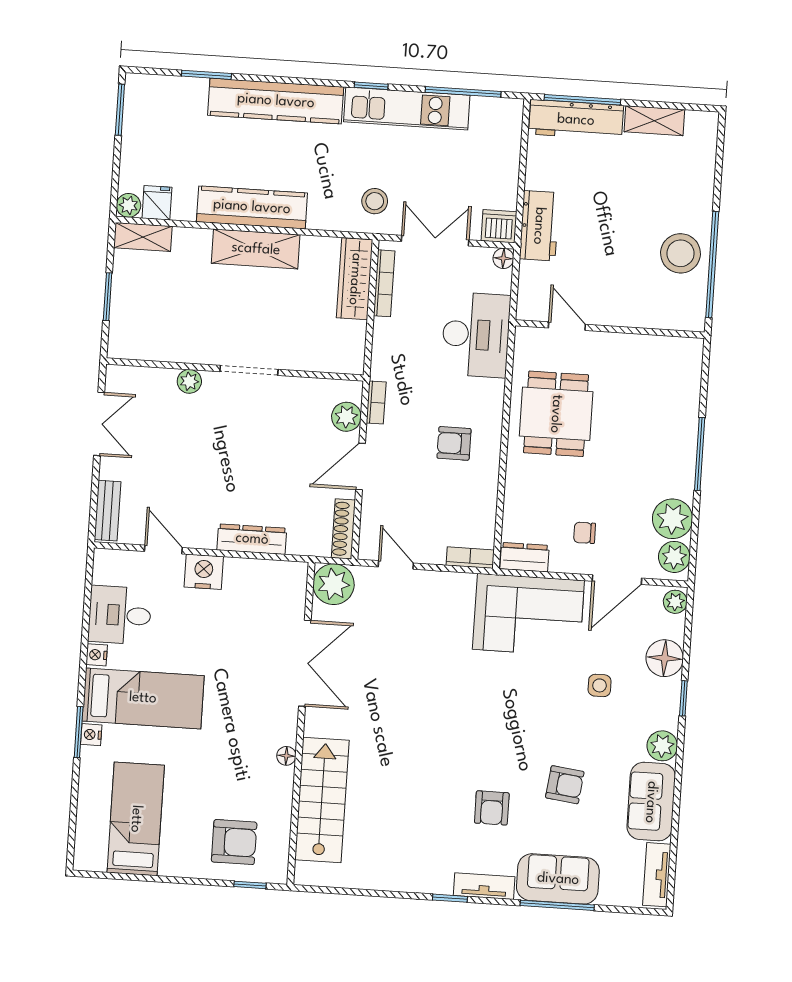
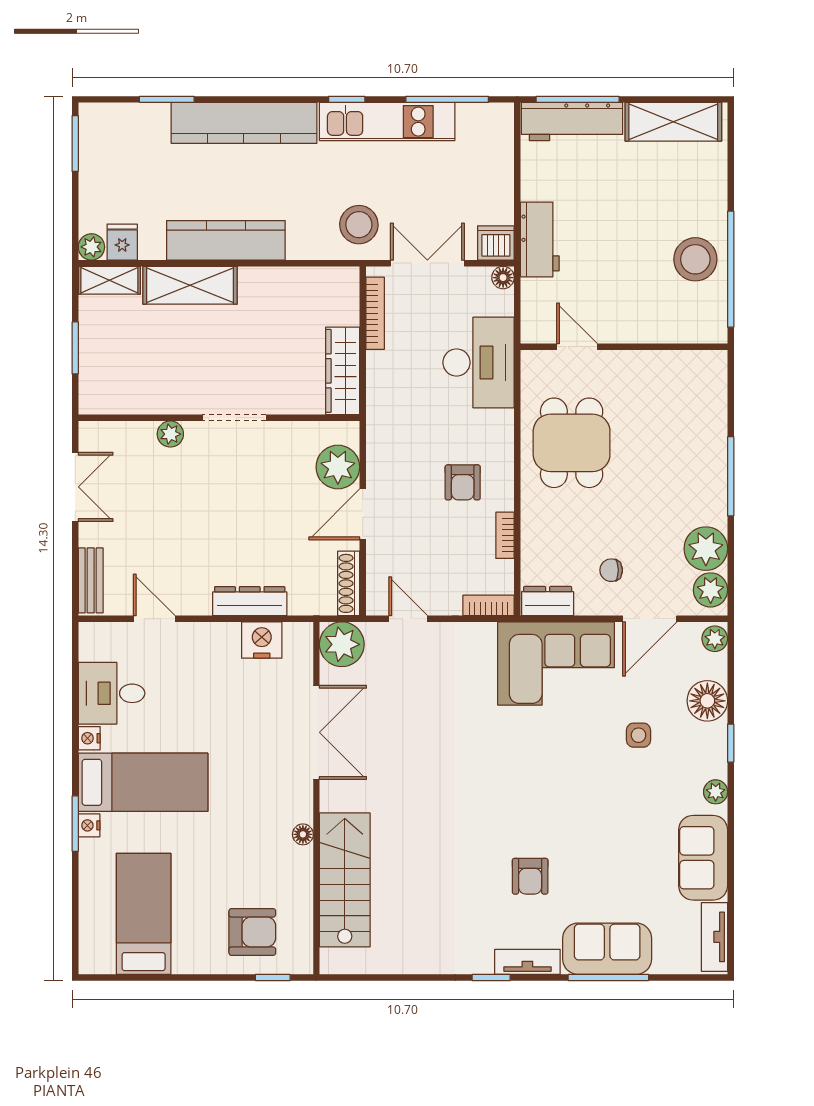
shelving: (654, 121) -> (673, 122), width x1.50, depth x1.33
stool: (375, 201) -> (359, 225), width x1.38, depth x1.38
shelving: (256, 249) -> (190, 285), moved
wardrobe: (355, 279) -> (343, 371), moved
bookcase: (376, 402) -> (505, 535), moved, turned 180
plant: (346, 417) -> (338, 467), width x1.36, depth x1.36
armchair: (454, 443) -> (463, 482), turned -90
nightstand: (204, 572) -> (262, 640), moved
plant: (662, 746) -> (716, 792), width x0.73, depth x0.73
armchair: (565, 785) -> (608, 846), removed

